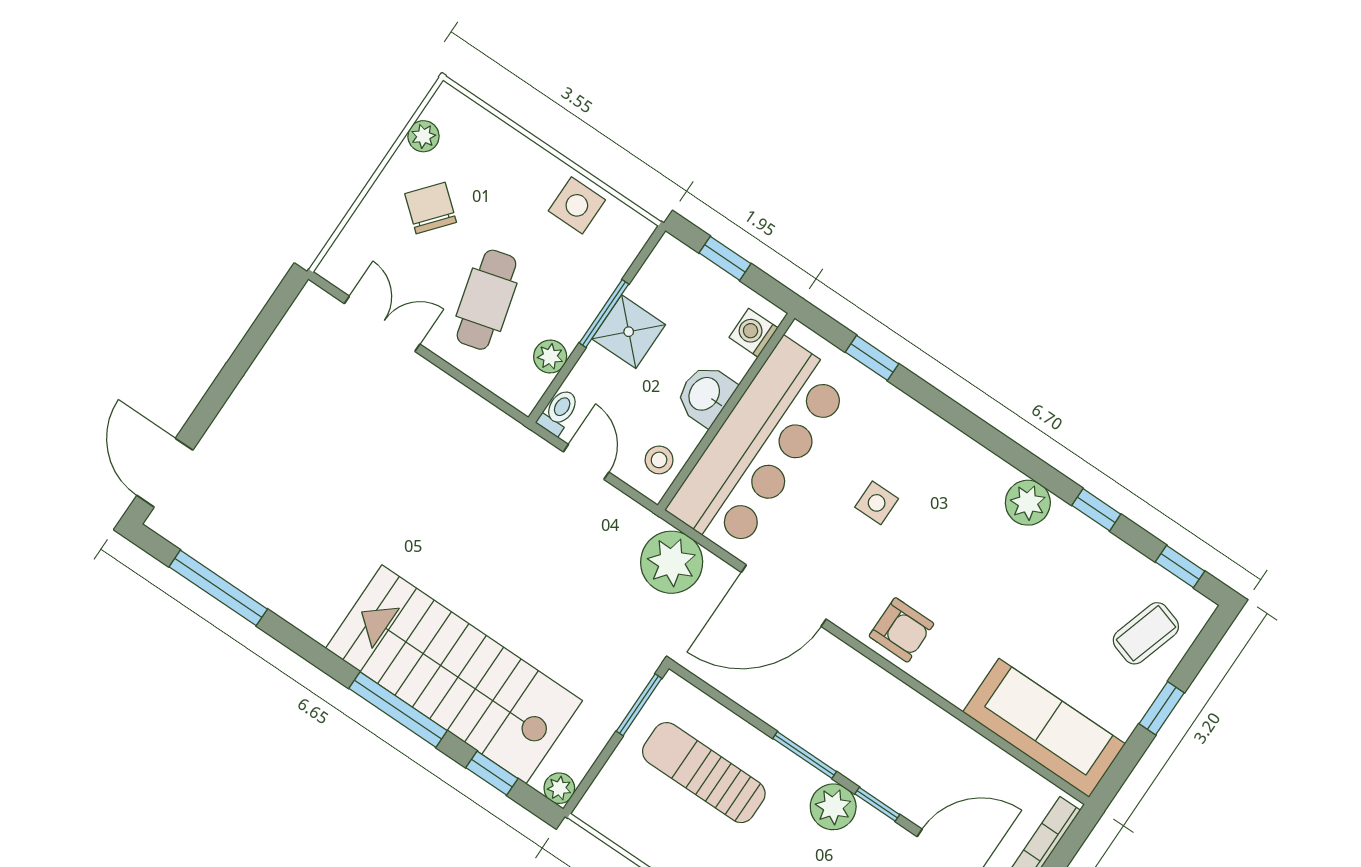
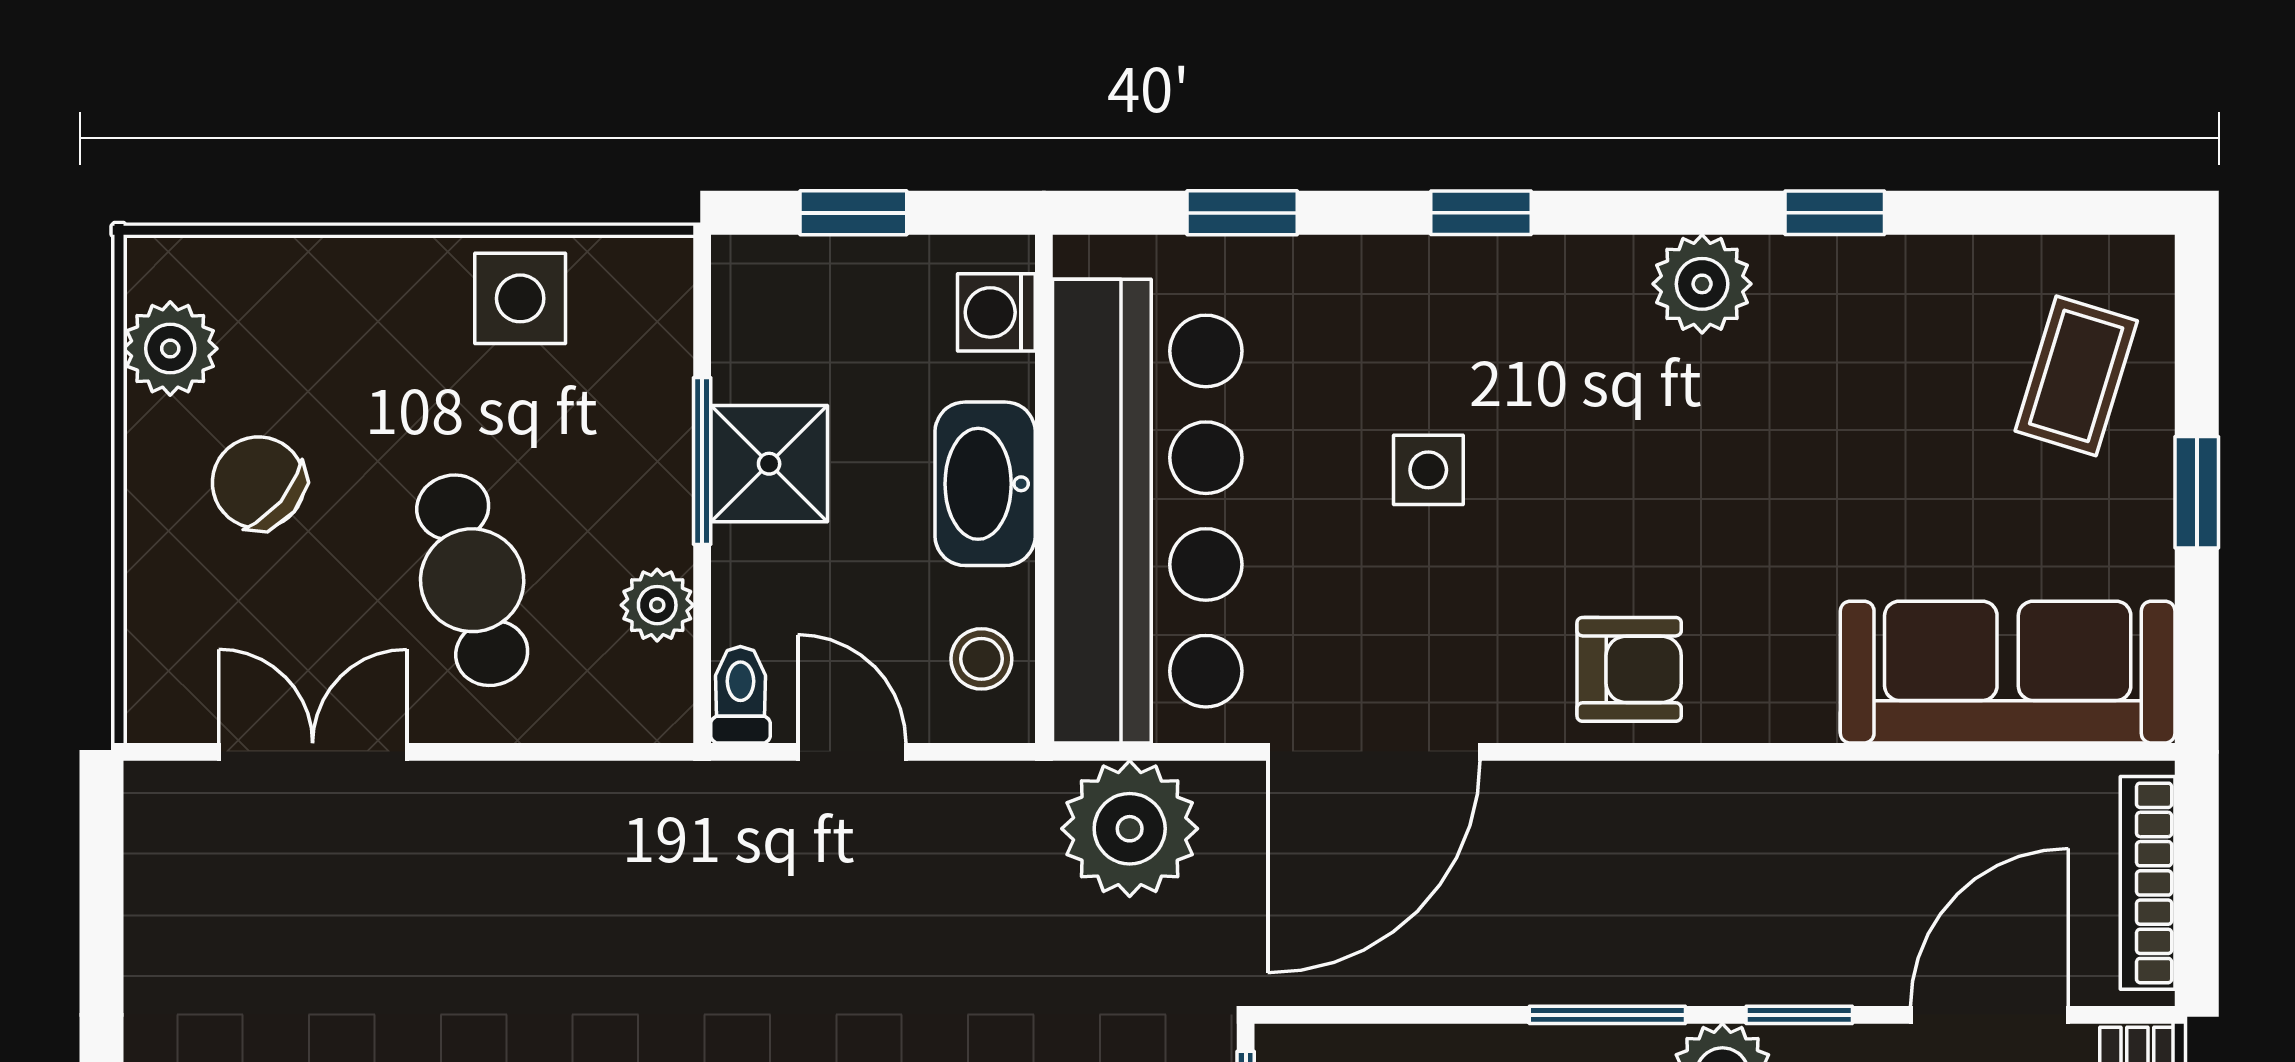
plant: (423, 136) -> (170, 349), width x1.38, depth x1.38
washbasin: (705, 395) -> (985, 484), width x1.38
window: (1180, 566) -> (1481, 213), moved

